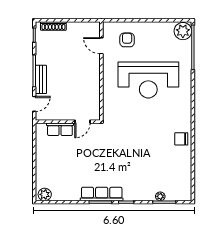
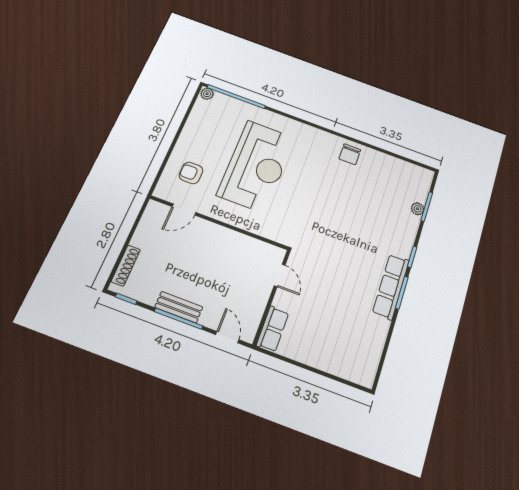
plant: (183, 31) -> (207, 94), width x0.53, depth x0.53
bench: (41, 79) -> (179, 307), moved
row of seats: (60, 129) -> (273, 329), moved
plant: (45, 194) -> (366, 372), removed

